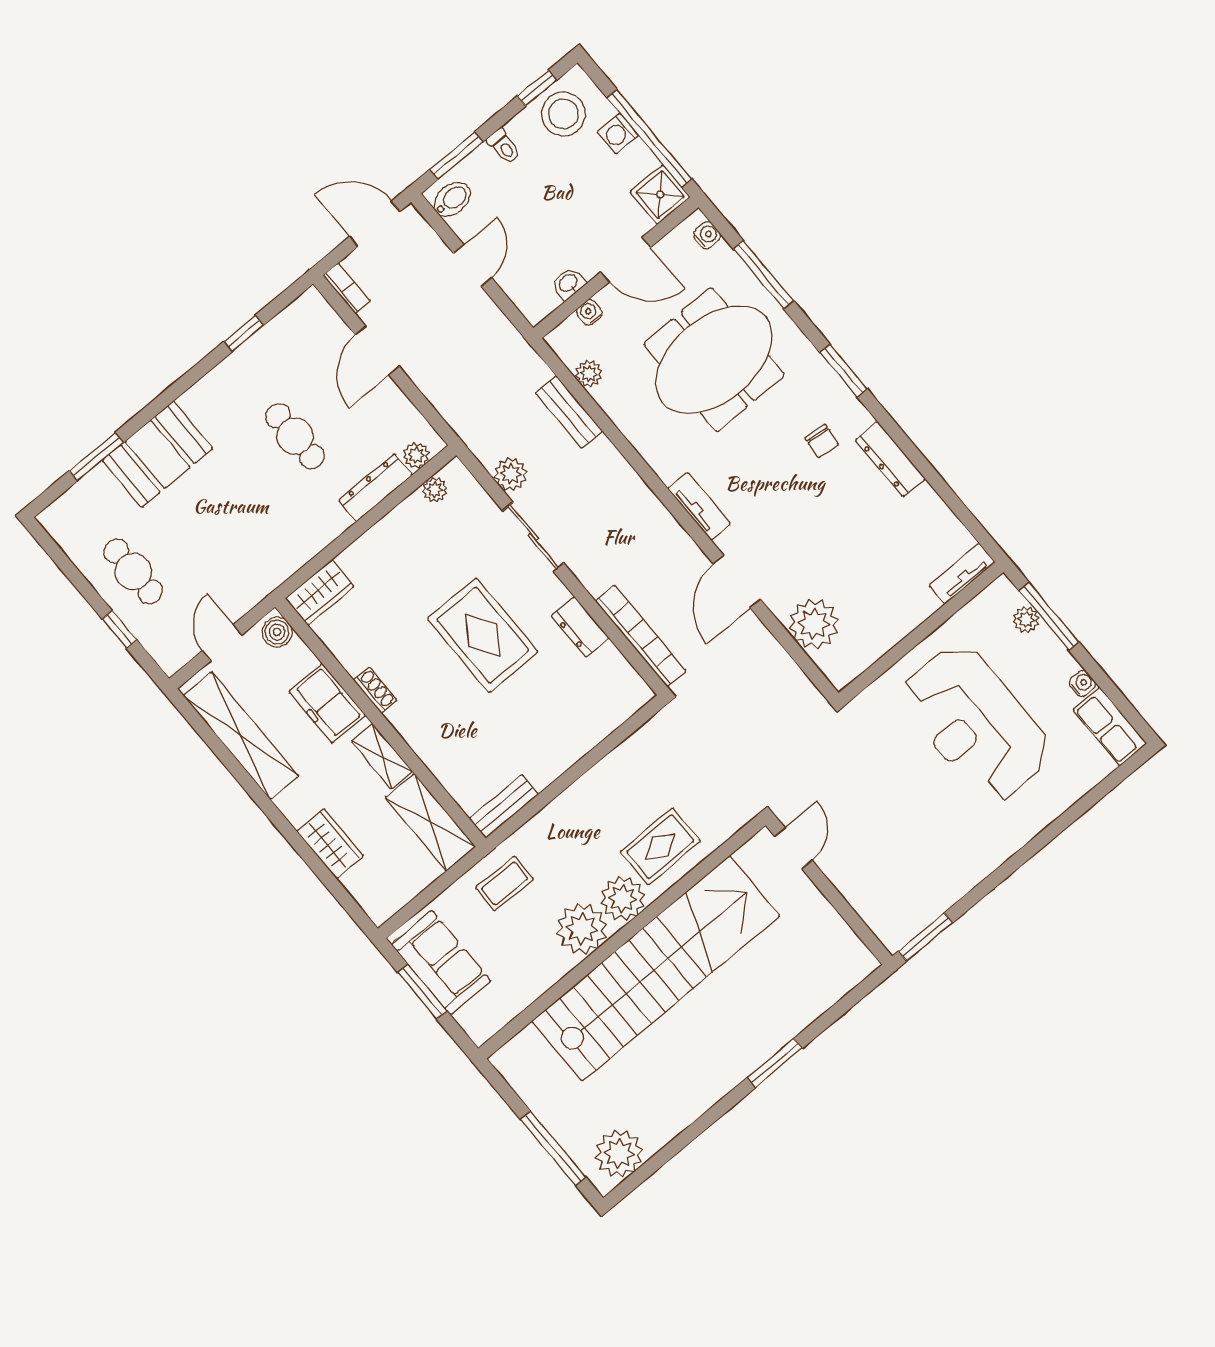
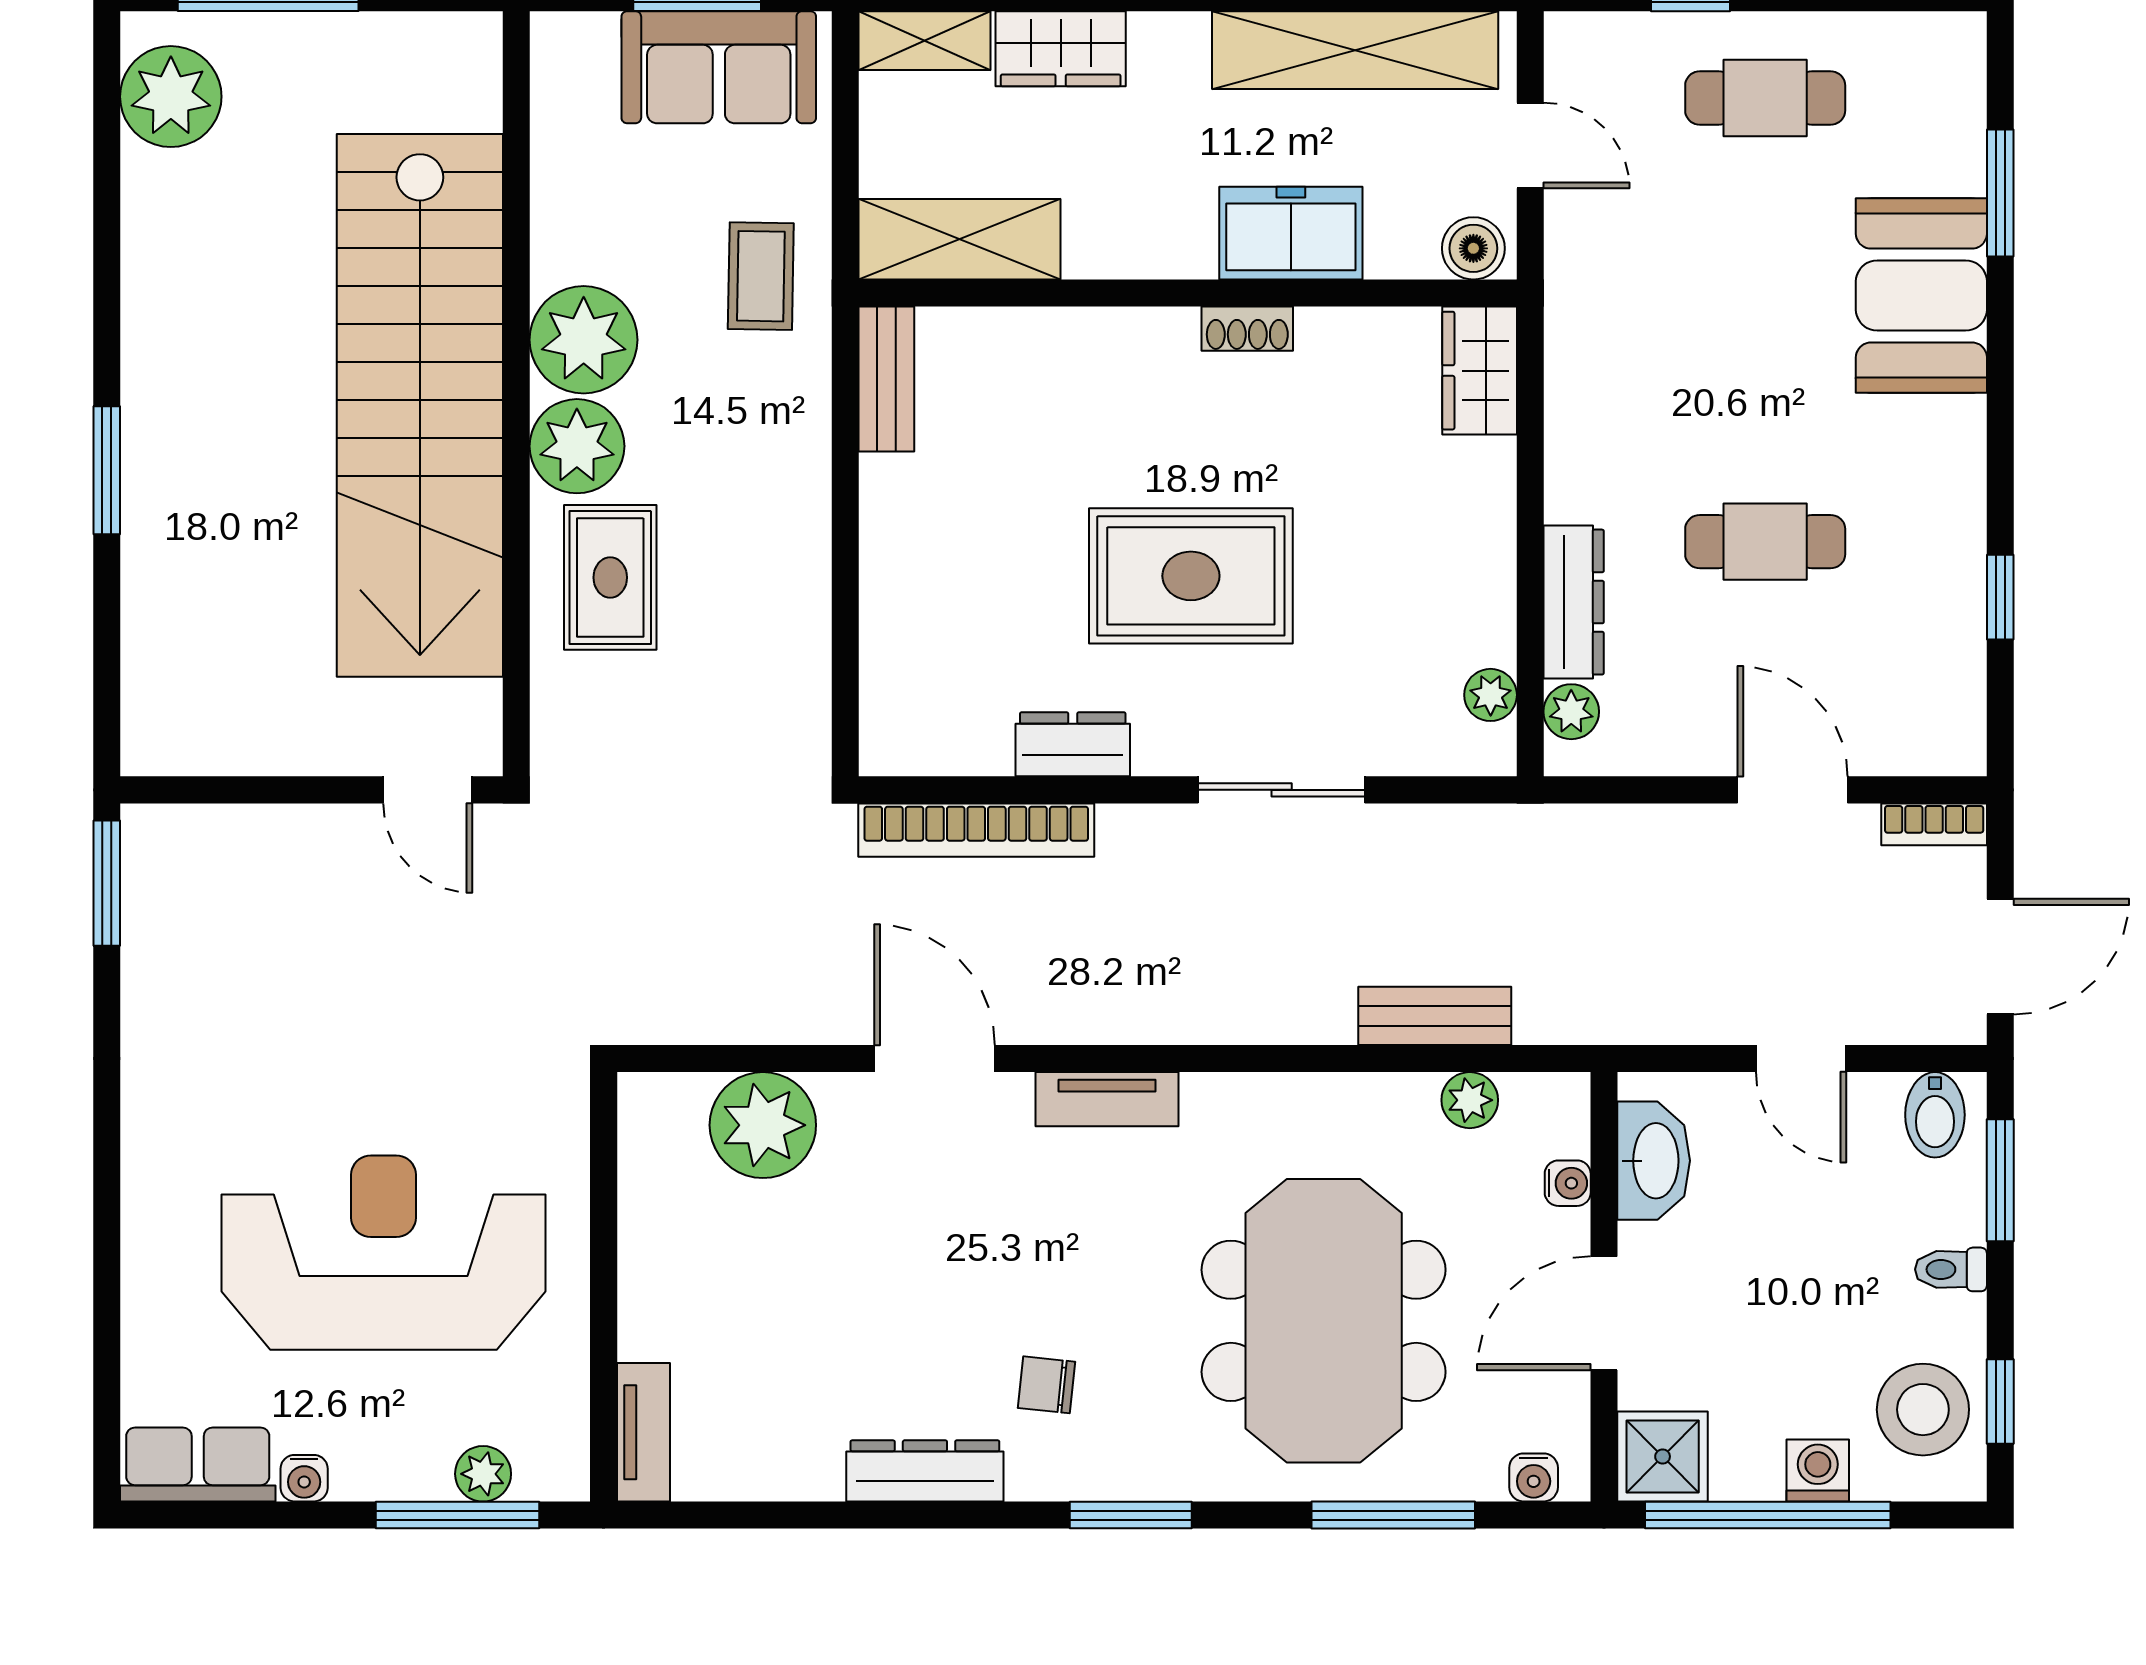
washbasin: (569, 283) -> (1654, 1161), width x1.91, depth x1.45
plant: (511, 474) -> (1413, 838), removed
shelving: (382, 756) -> (925, 41), moved

